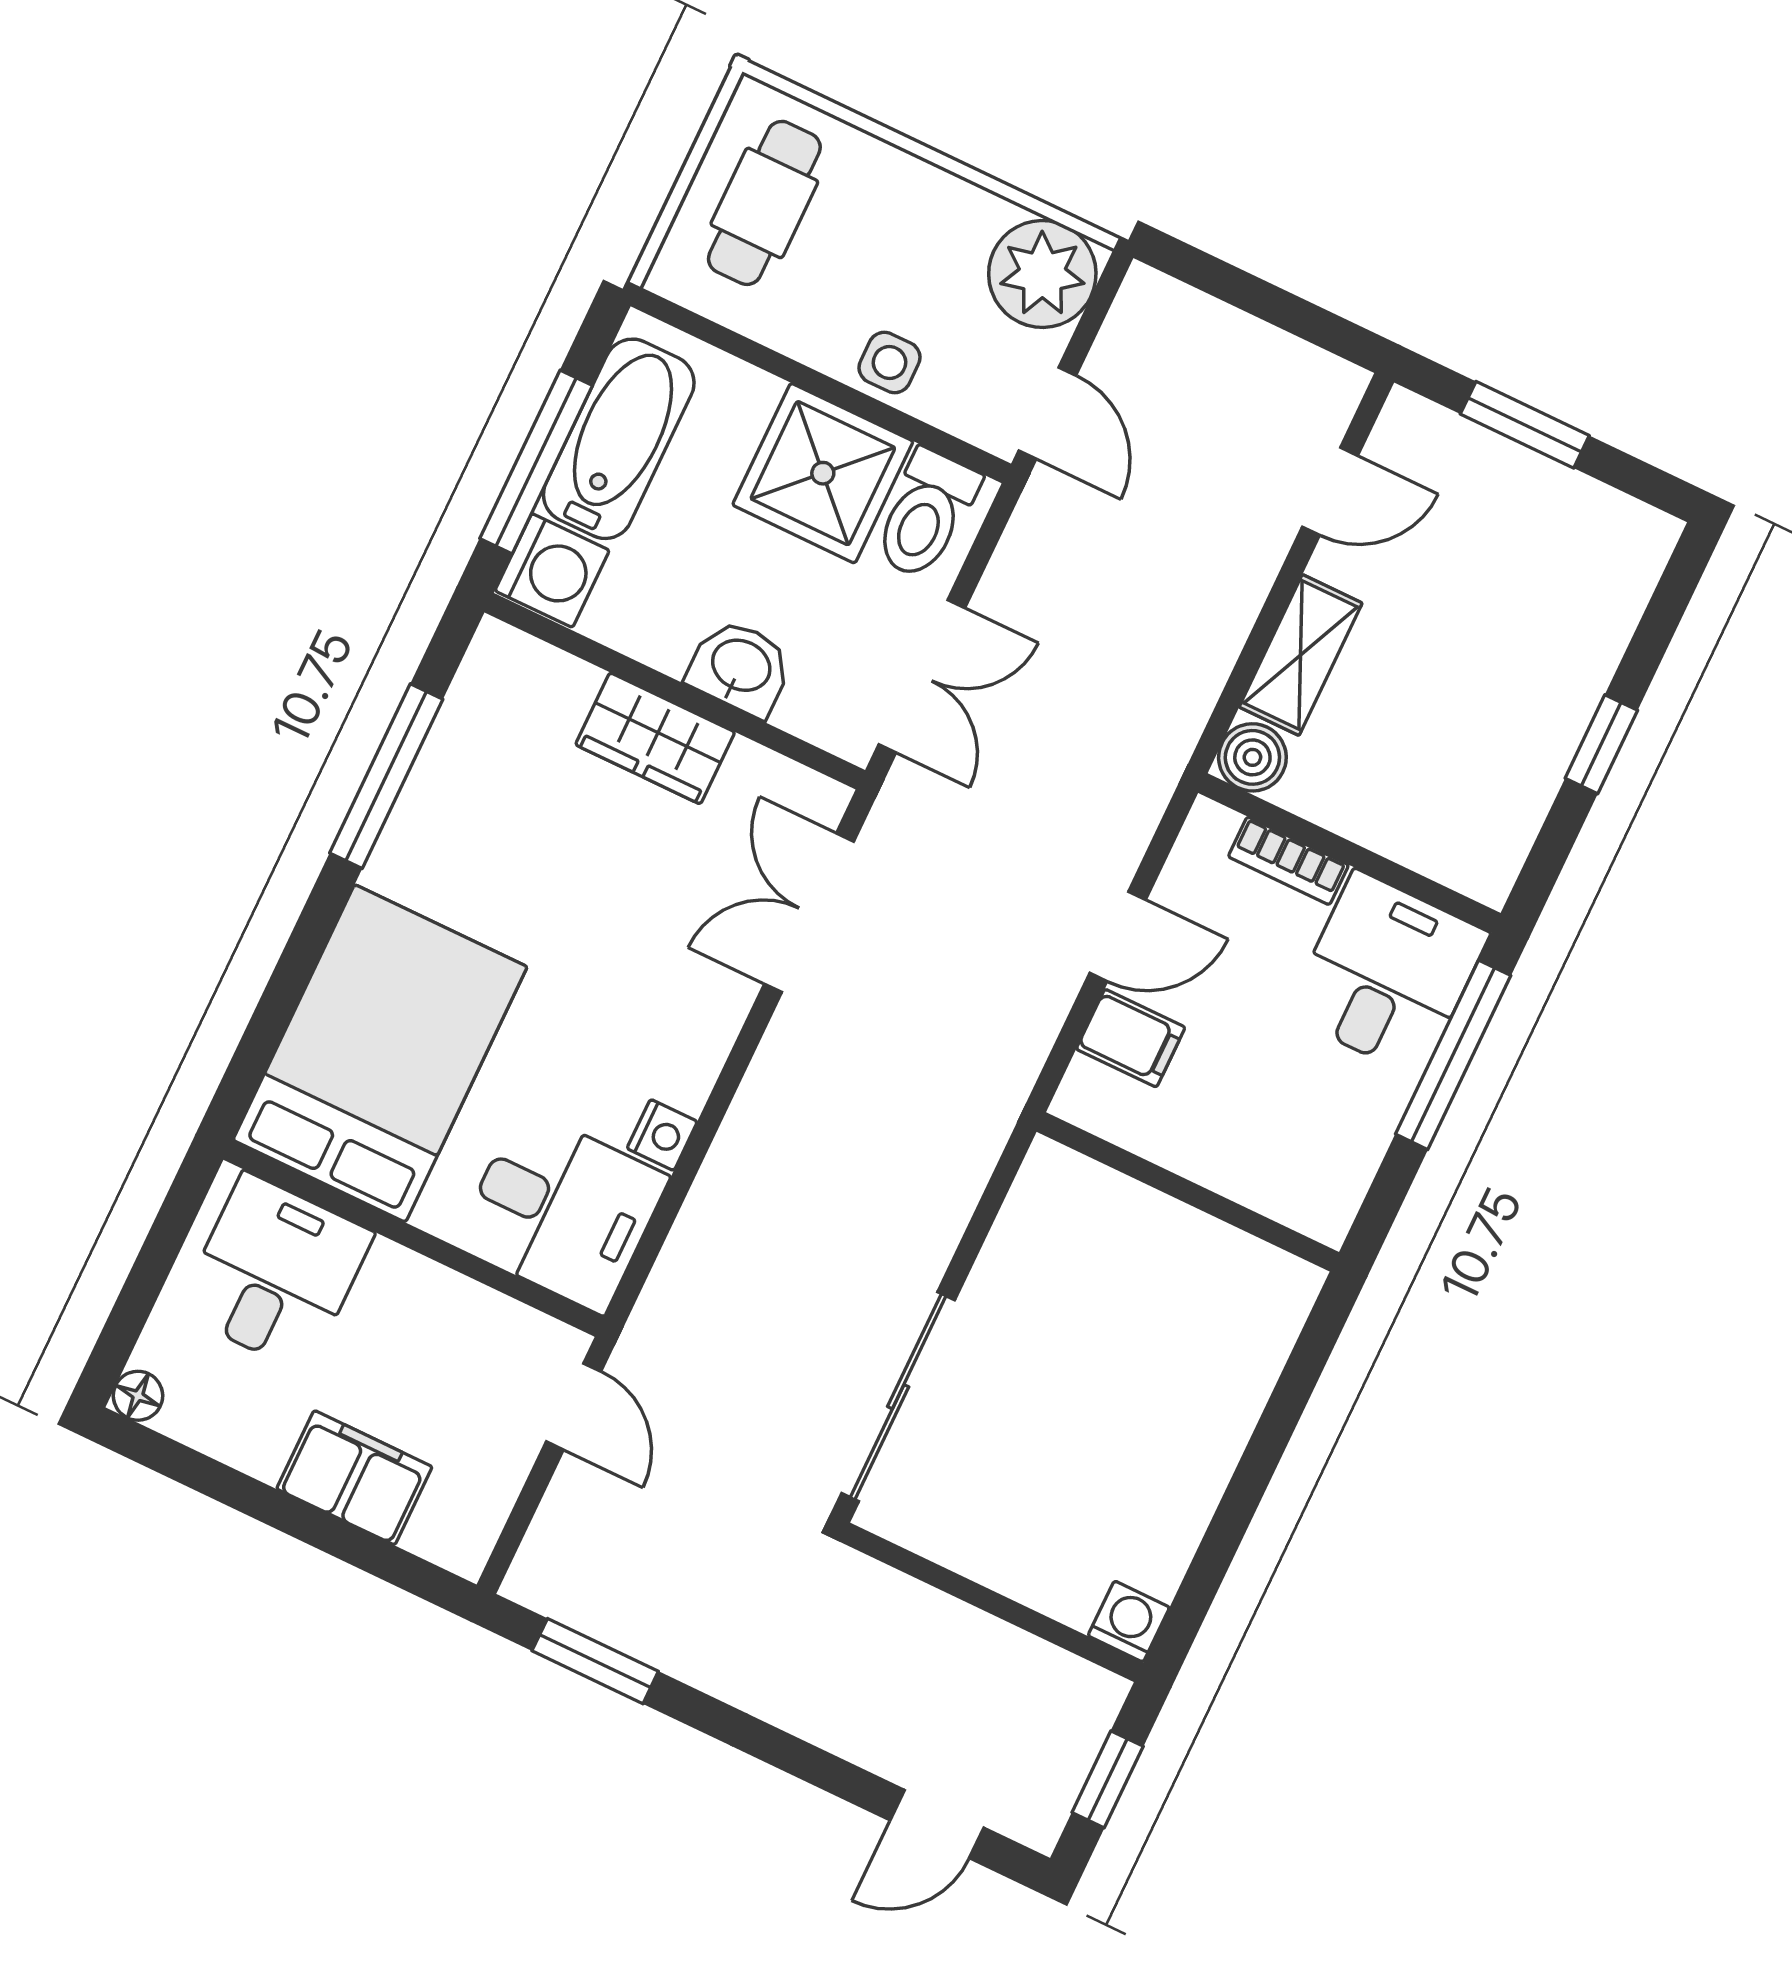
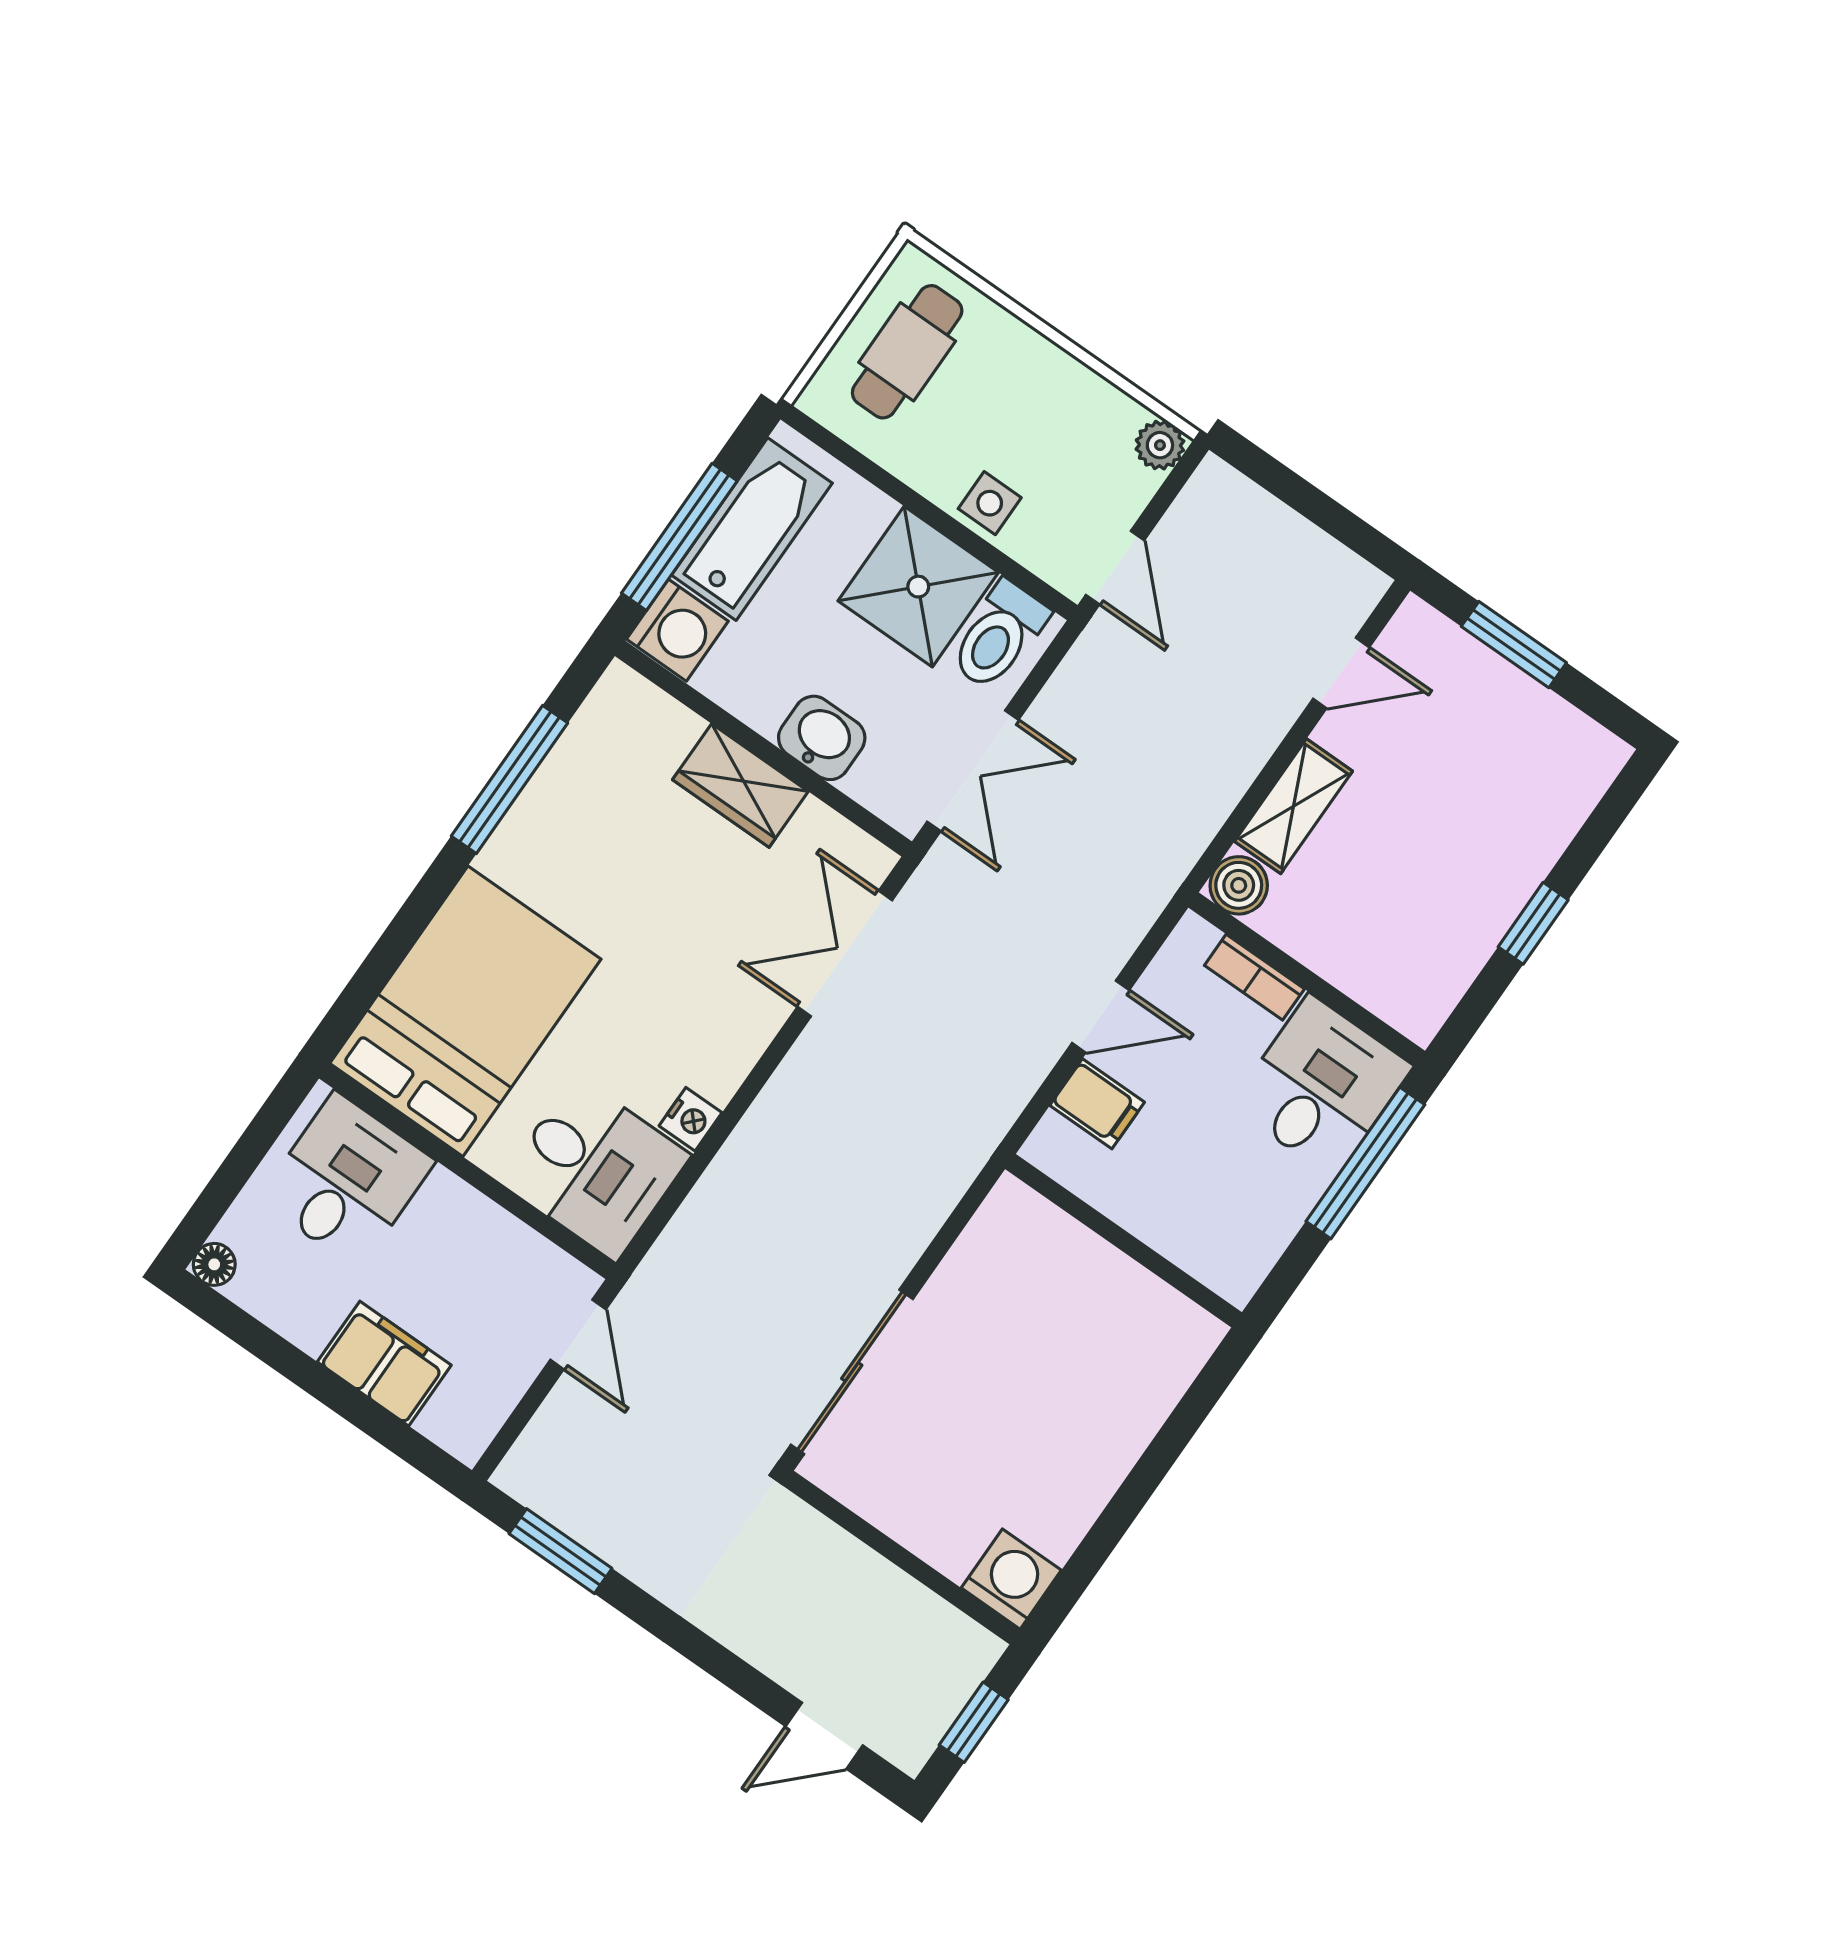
plant: (1042, 274) -> (1160, 445), width x0.53, depth x0.53
washing machine: (1129, 1621) -> (1011, 1579), width x1.38, depth x1.38

